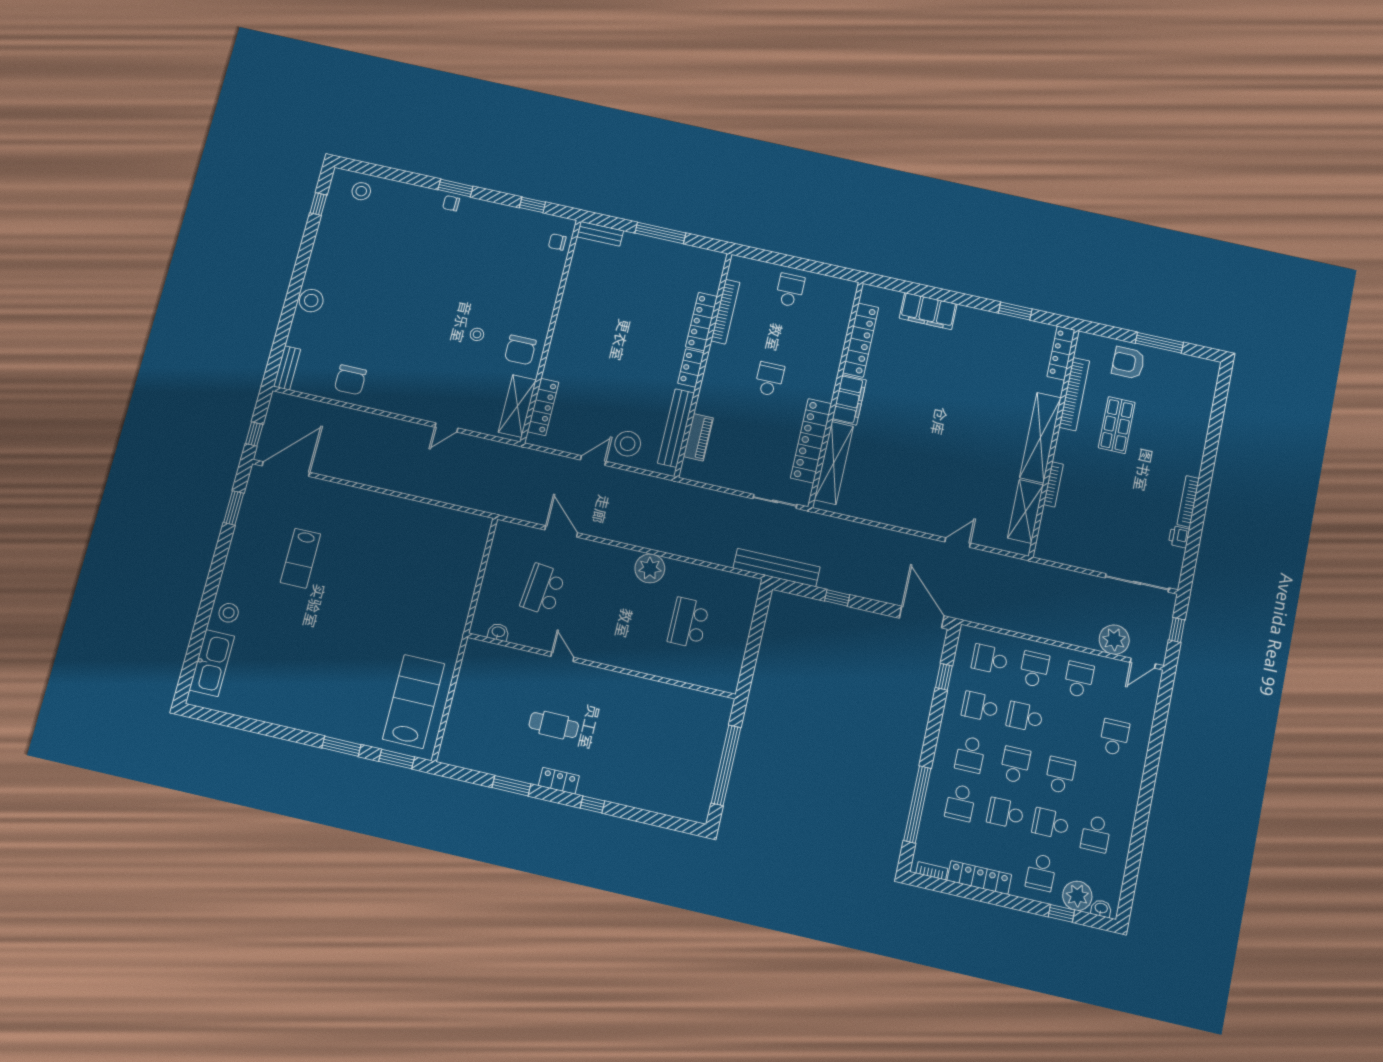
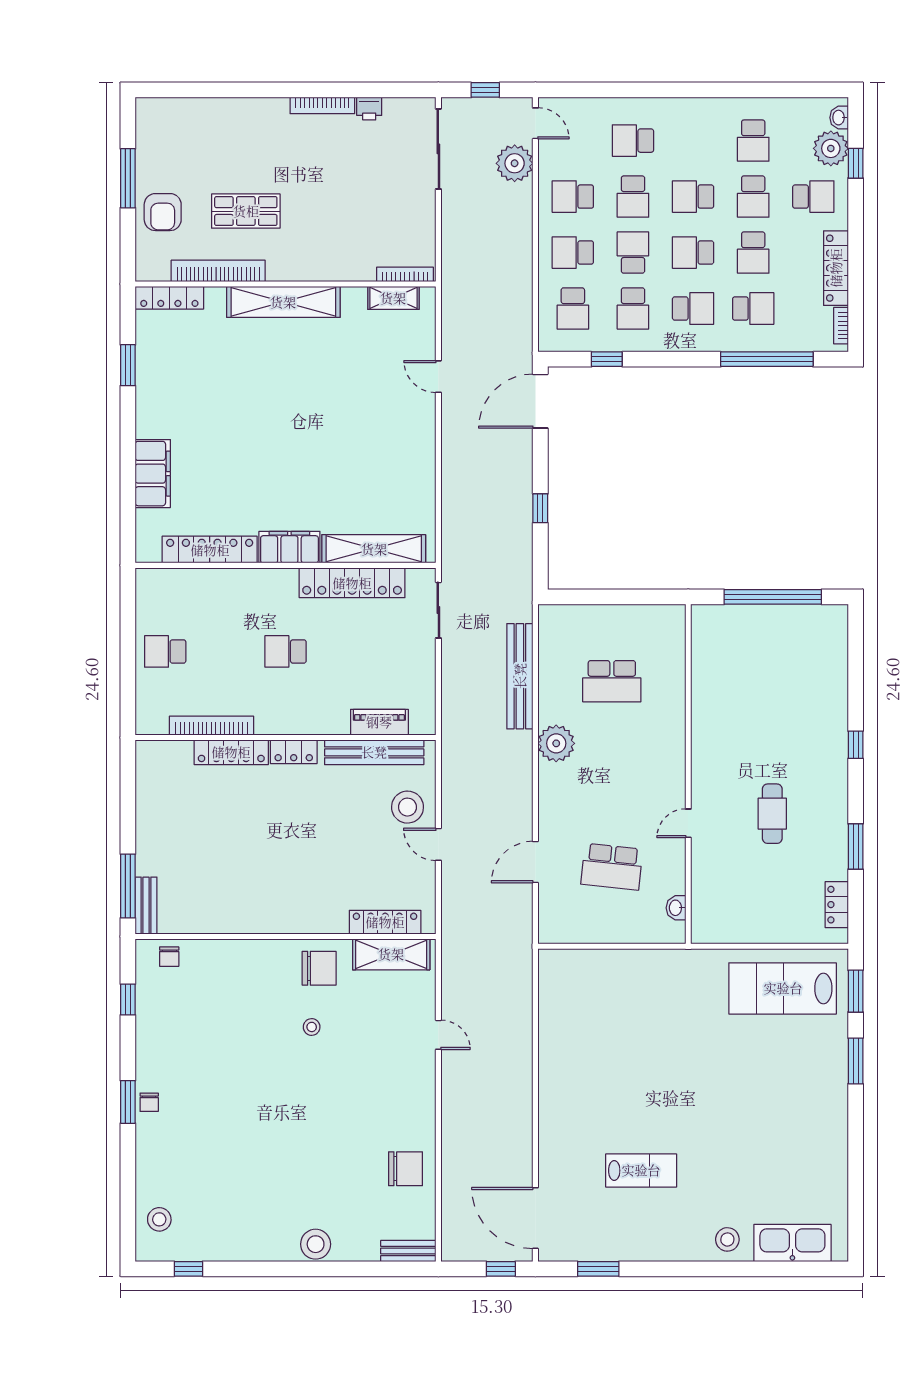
window: (660, 233) -> (128, 886), moved
bookcase: (1053, 484) -> (405, 274), moved
shelving: (1025, 511) -> (393, 298), width x0.67, depth x0.75
bench: (776, 568) -> (520, 676), moved
school desk: (1025, 717) -> (633, 253), turned 180
school desk: (1069, 727) -> (633, 197), added
locker: (559, 781) -> (837, 905), moved
school desk: (1096, 834) -> (753, 141), turned 90

